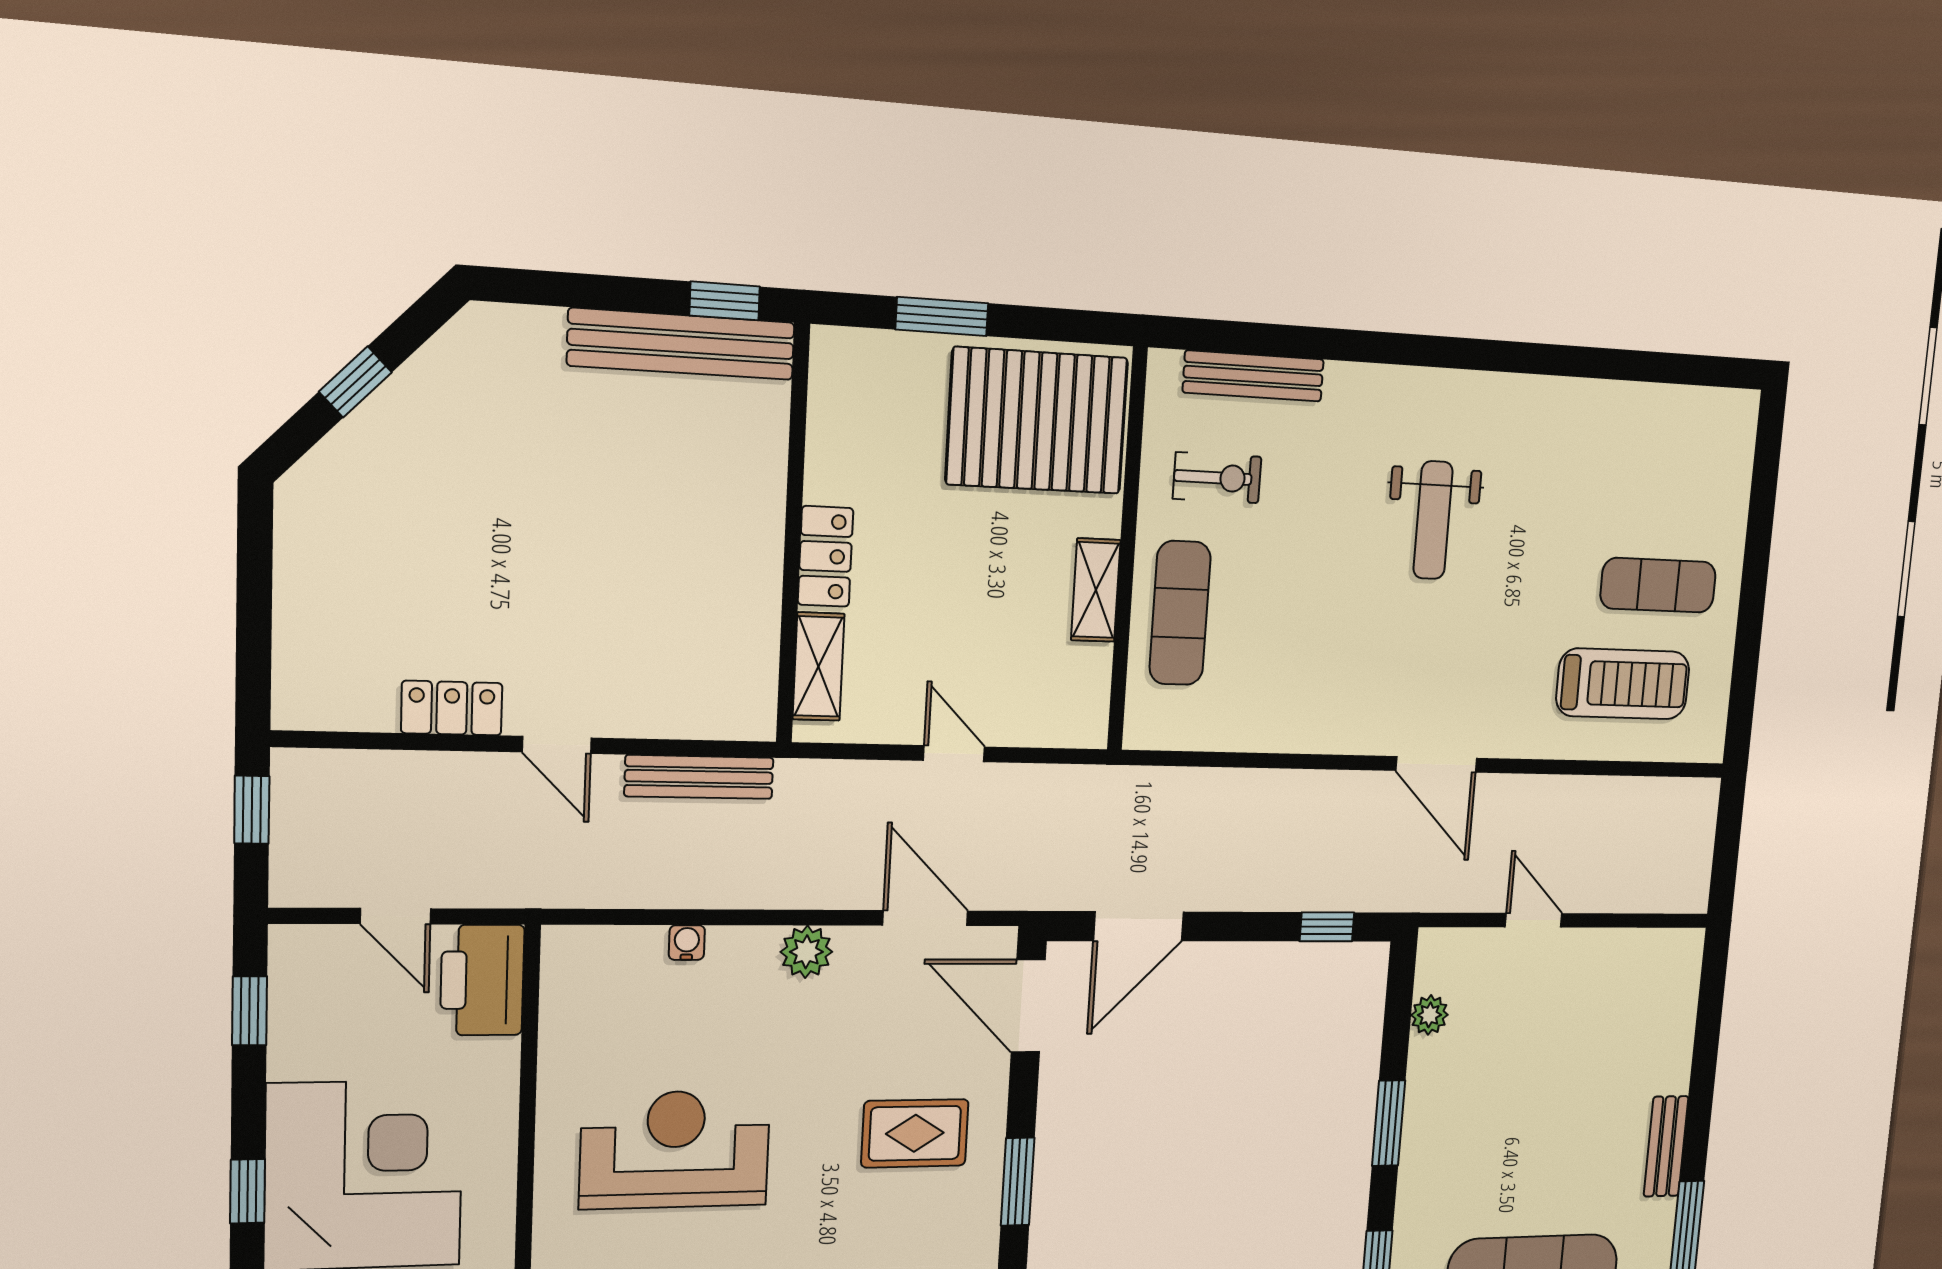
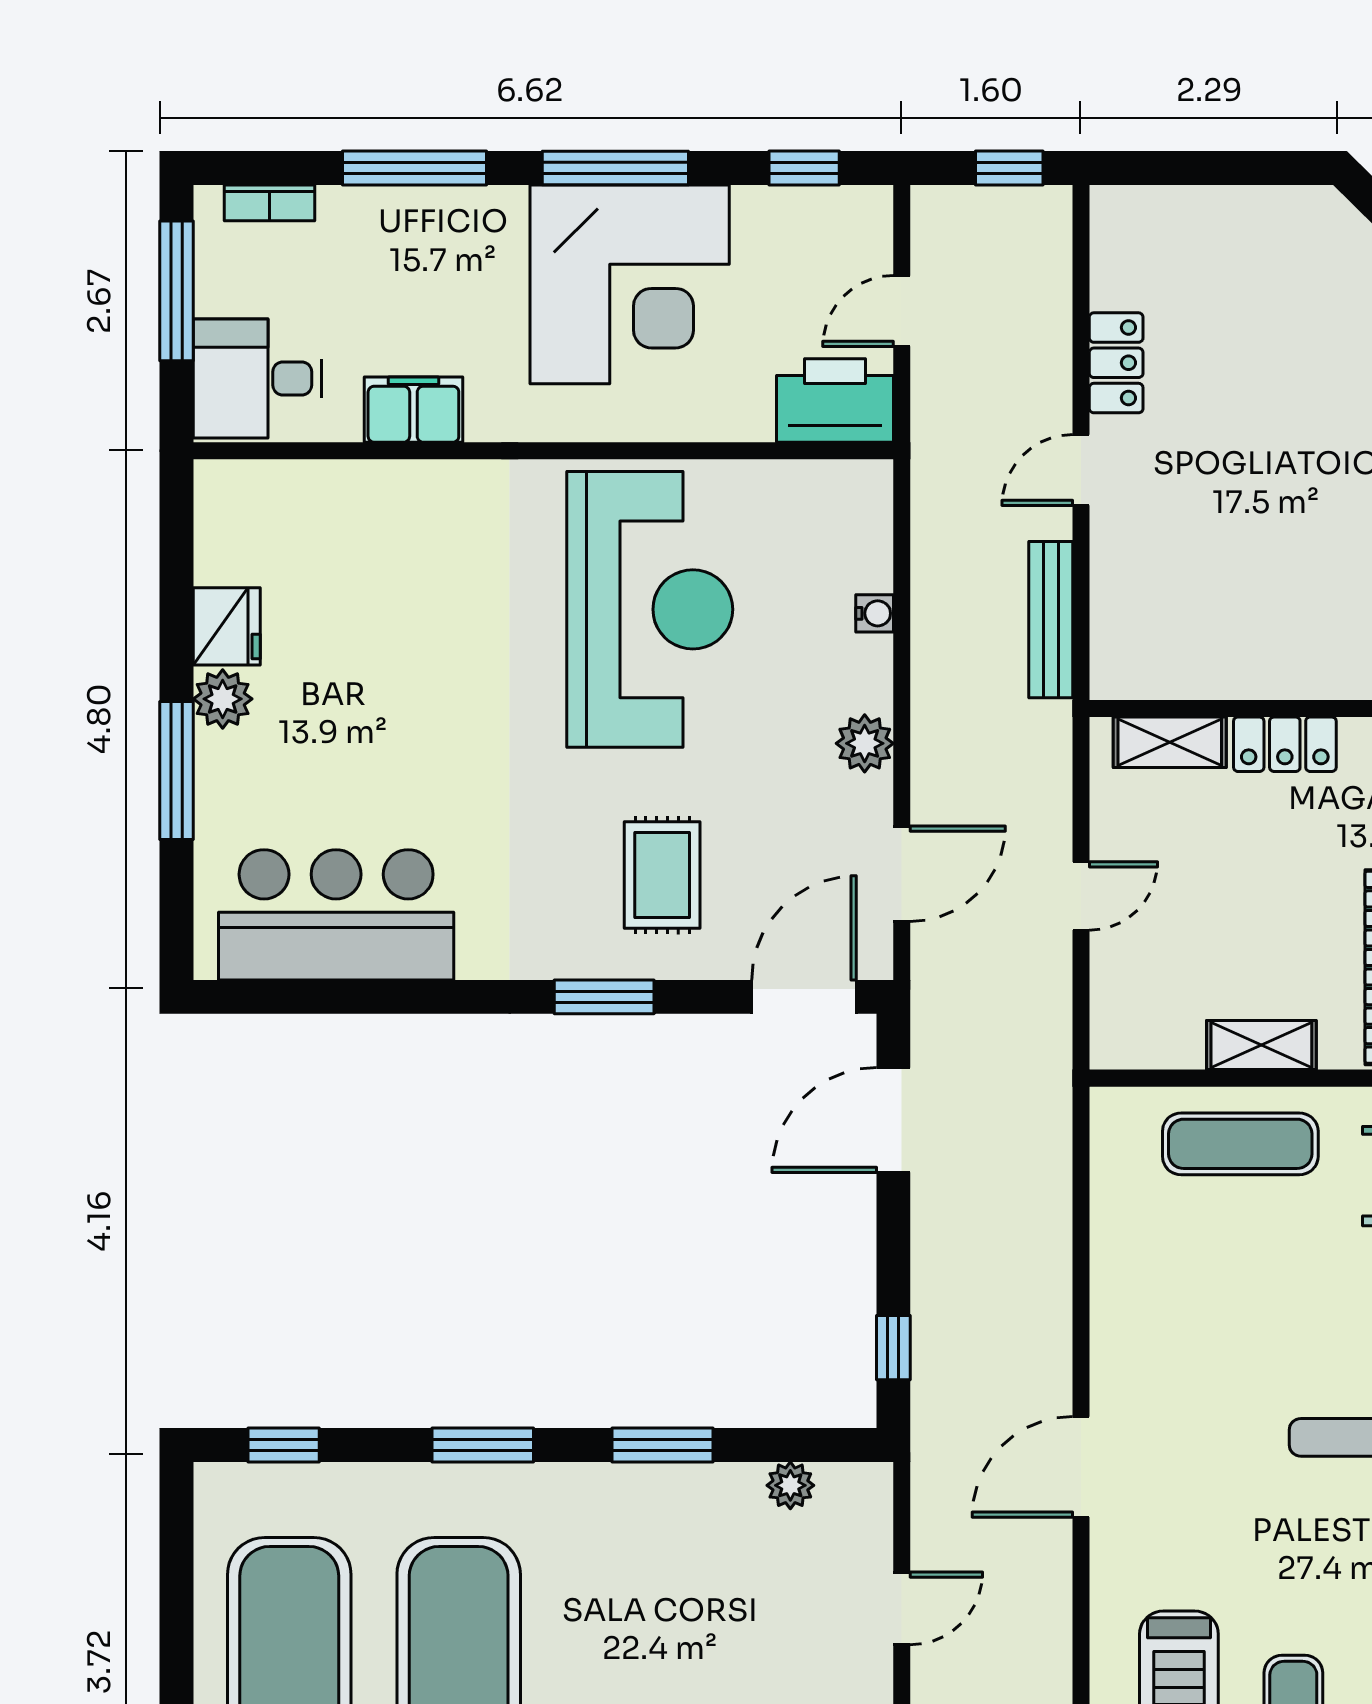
door: (1139, 926) -> (893, 1120), hinge flipped
reception desk: (675, 1149) -> (650, 609), width x1.36, depth x1.30
window: (247, 1191) -> (615, 168), width x2.17

